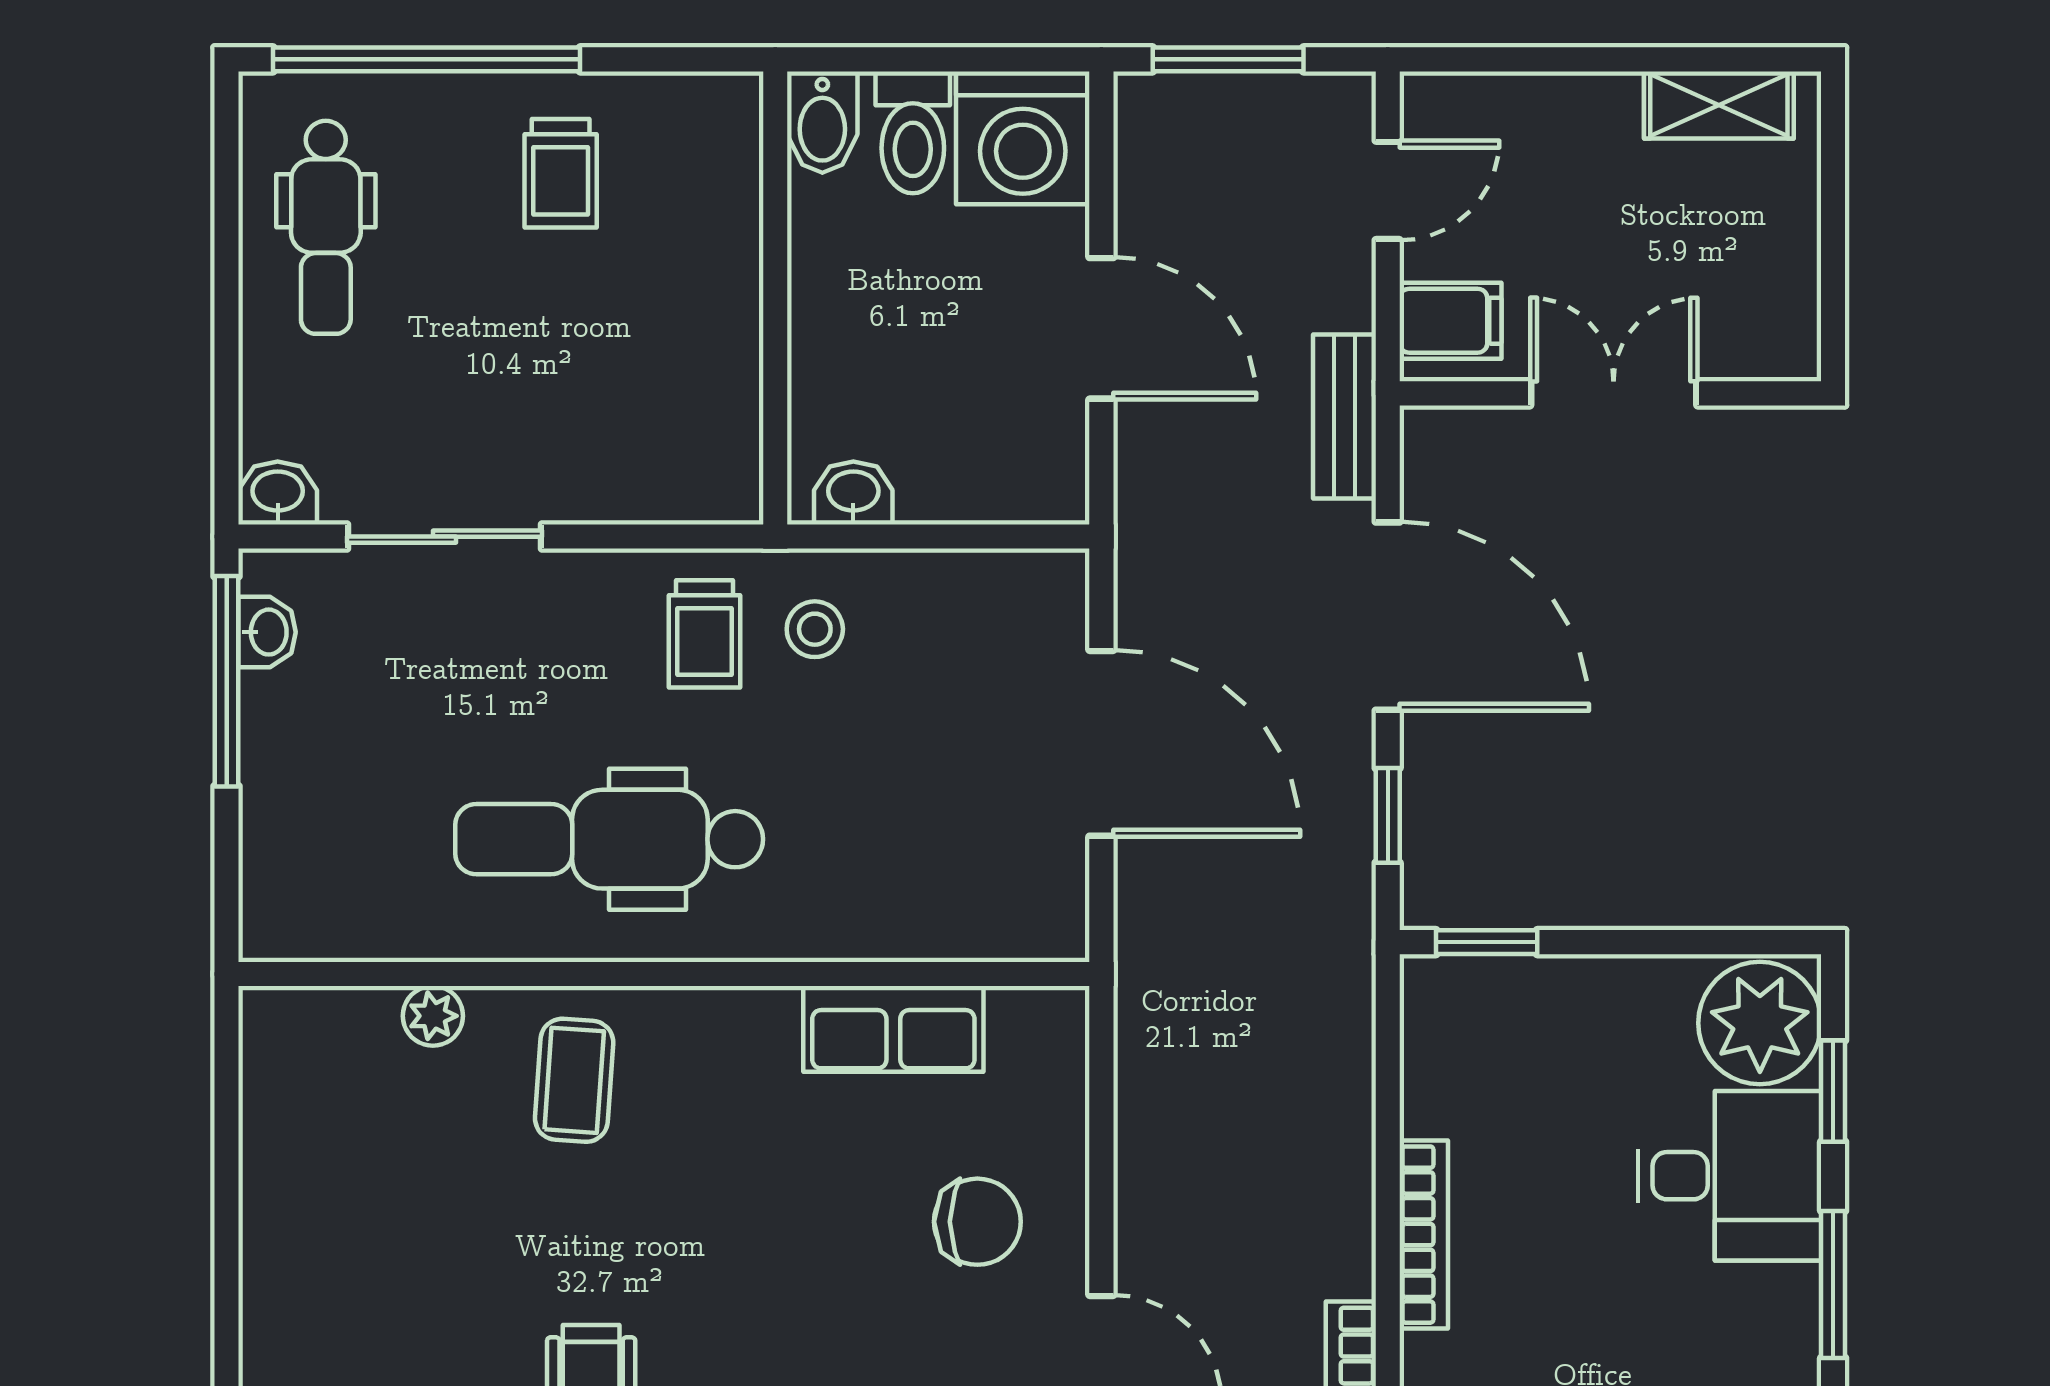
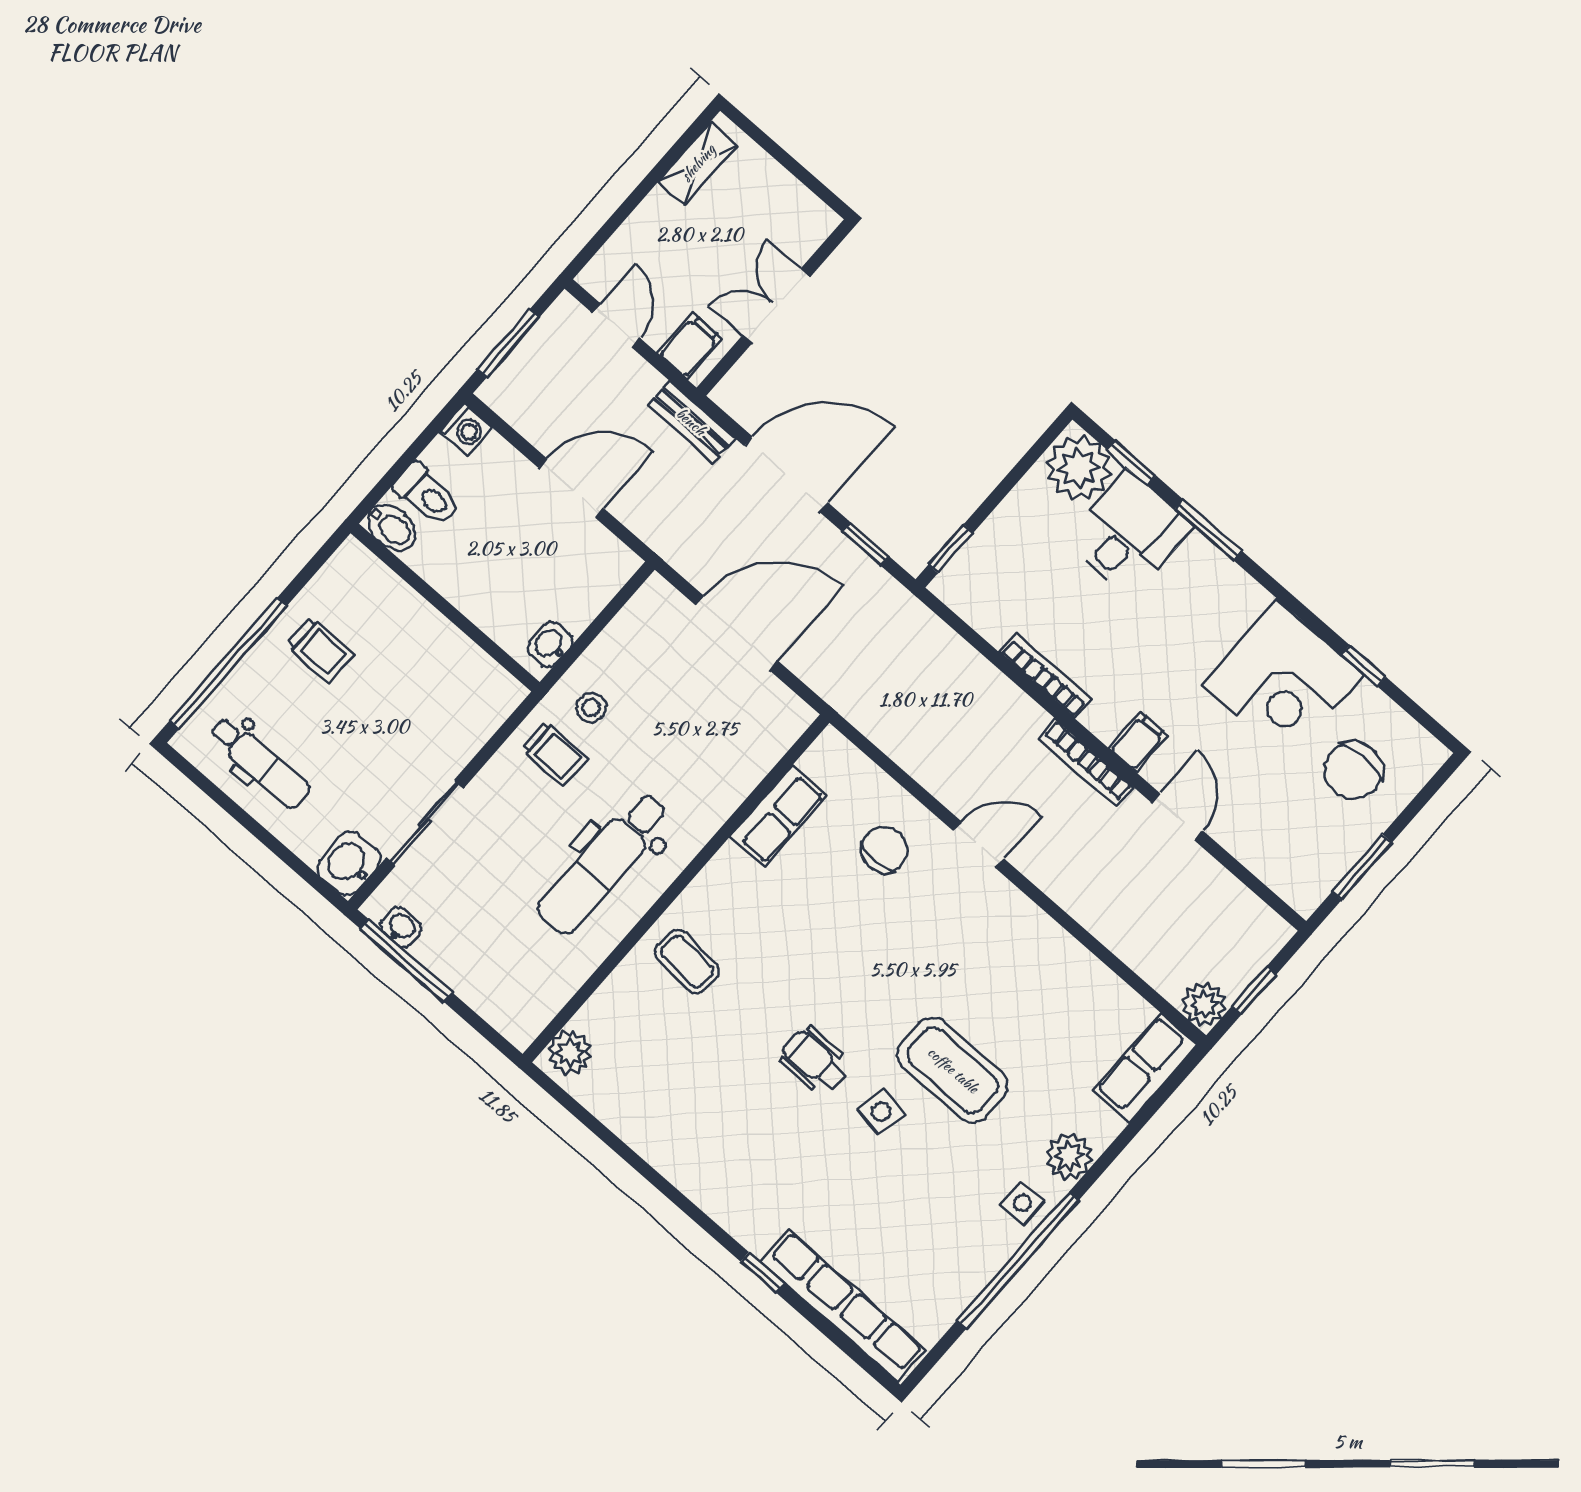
washing machine: (1023, 138) -> (466, 429), width x0.53, depth x0.53
washbasin: (278, 493) -> (349, 864), width x1.38, depth x1.45
plant: (433, 1016) -> (570, 1053), moved, width x1.38, depth x1.38

